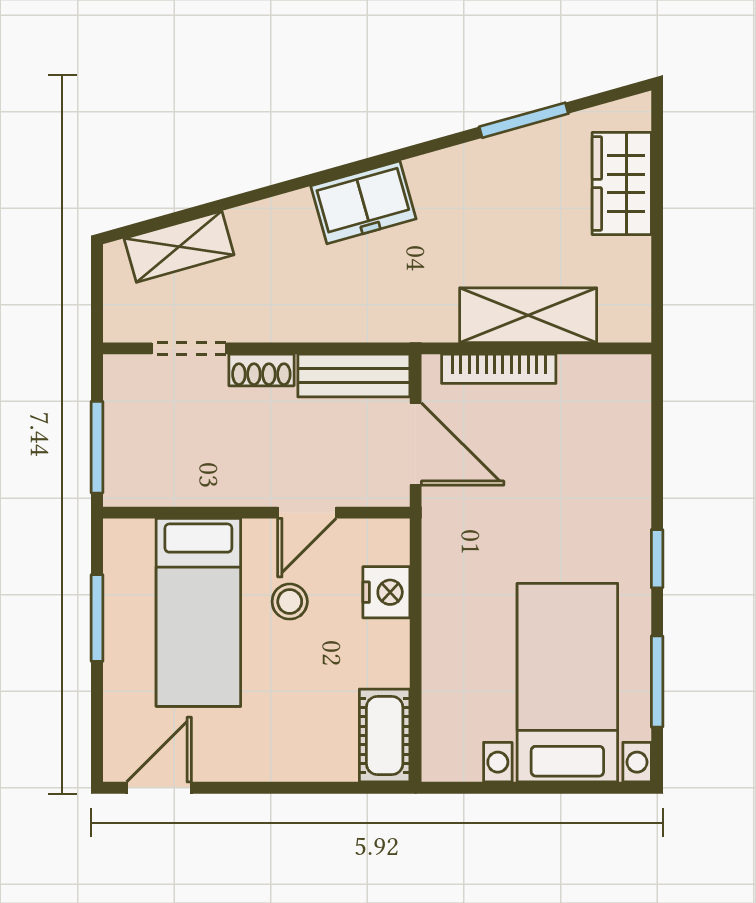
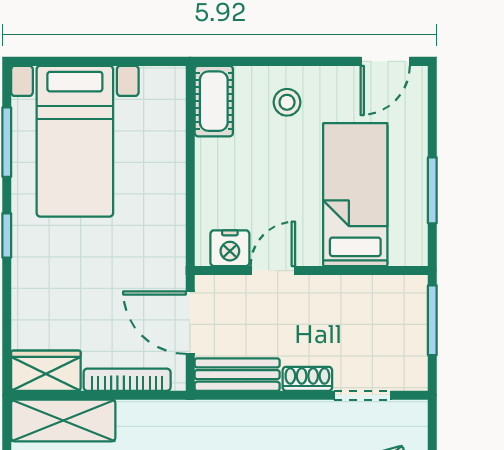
shelving: (528, 315) -> (63, 420), moved
wardrobe: (606, 381) -> (46, 371), added
nightstand: (386, 592) -> (230, 248), moved, turned -90
stool: (290, 602) -> (287, 102), moved

